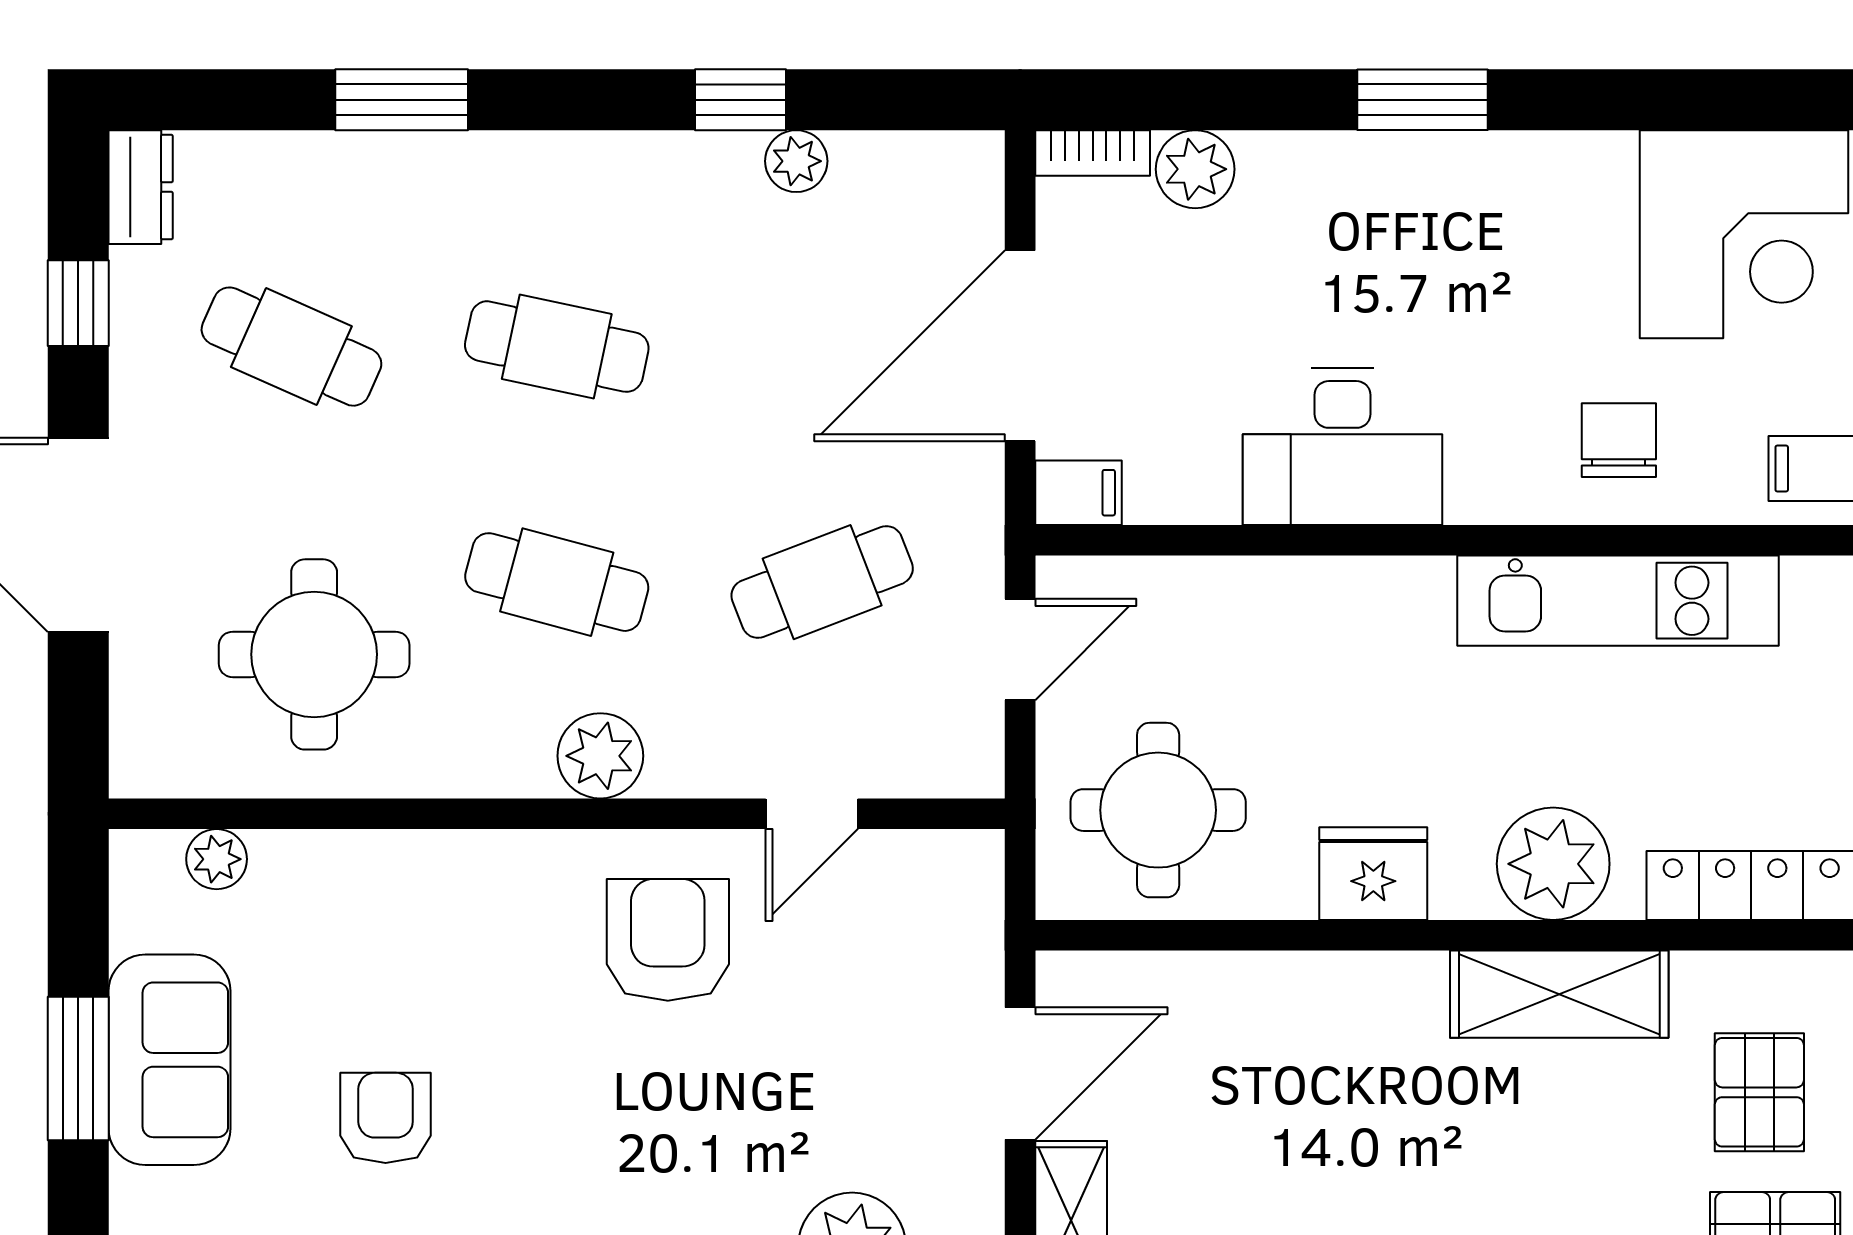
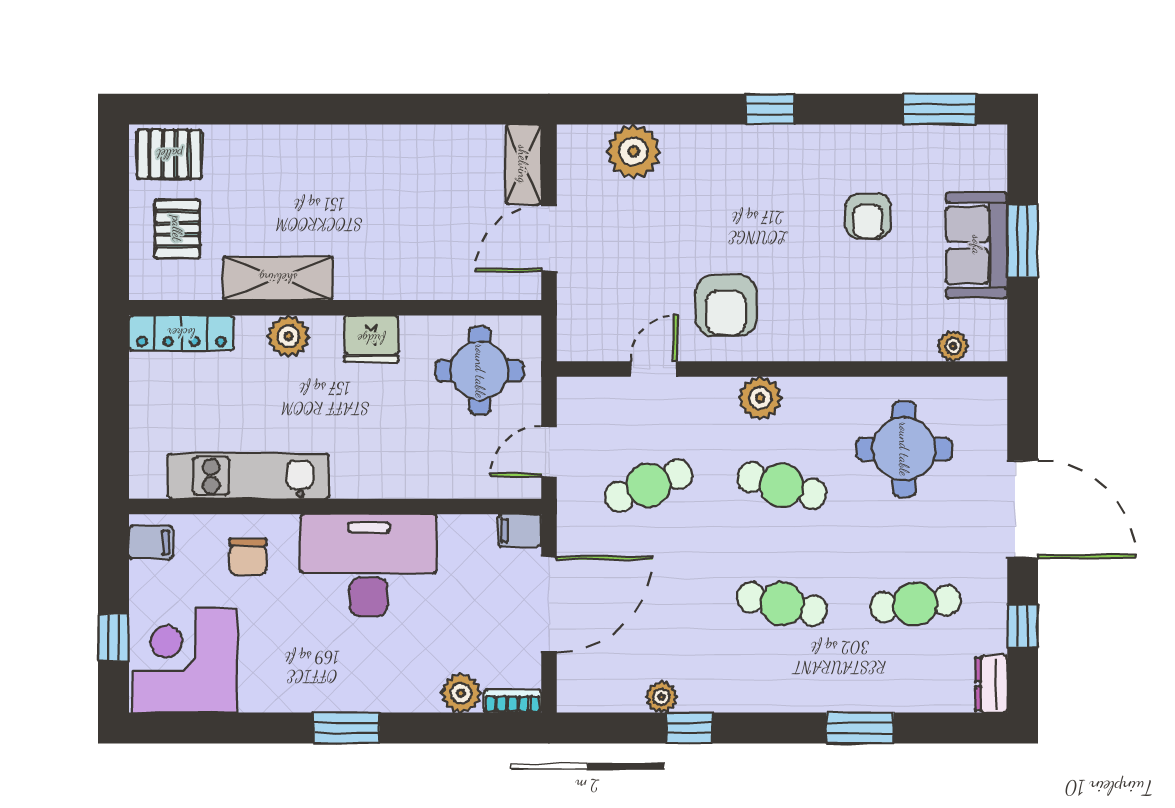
cafe table: (291, 347) -> (915, 604), turned -30
desk: (1343, 447) -> (369, 565), width x1.36, depth x1.30
plant: (1553, 864) -> (288, 336), width x0.73, depth x0.73

